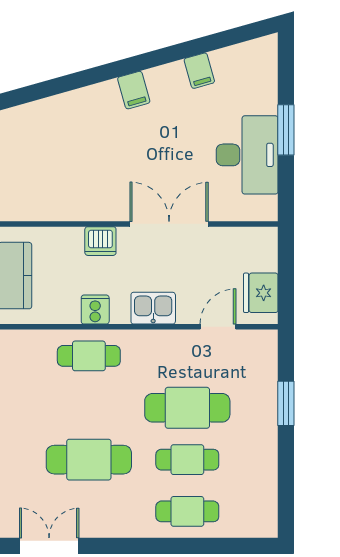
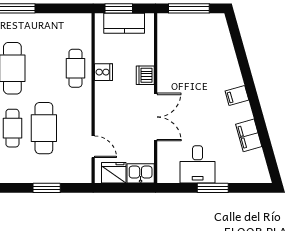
filing cabinet: (199, 71) -> (249, 135), width x2.00
desk: (247, 155) -> (198, 164), width x0.73
kitchen sink: (153, 308) -> (141, 173), moved, turned -90

